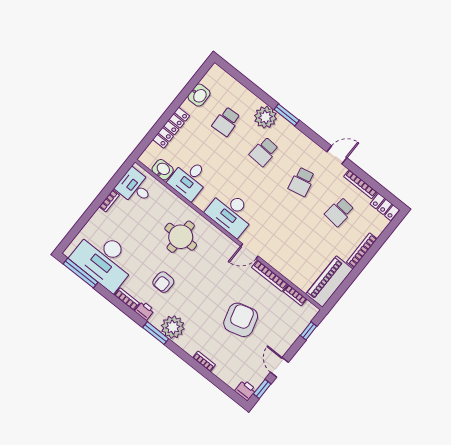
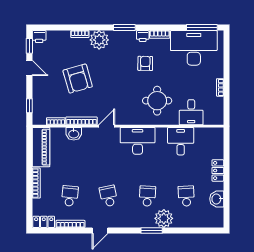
locker: (171, 128) -> (218, 170), width x0.66
washbasin: (163, 170) -> (74, 134), moved
desk: (135, 187) -> (191, 112), moved, turned 90
plant: (173, 327) -> (99, 40), moved

